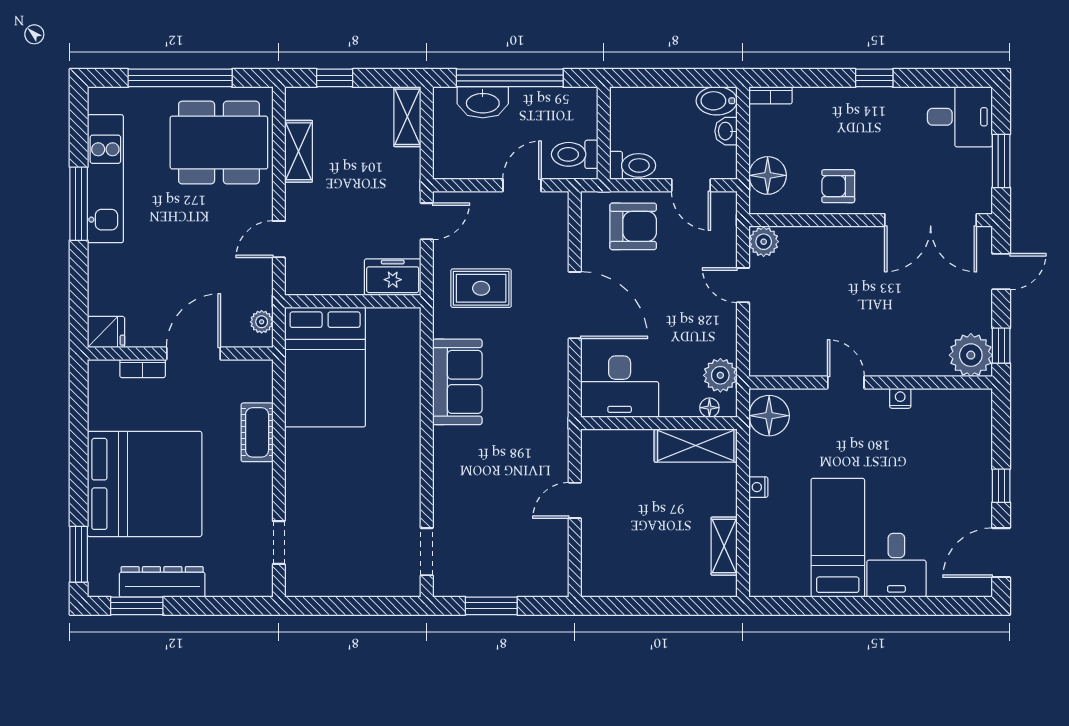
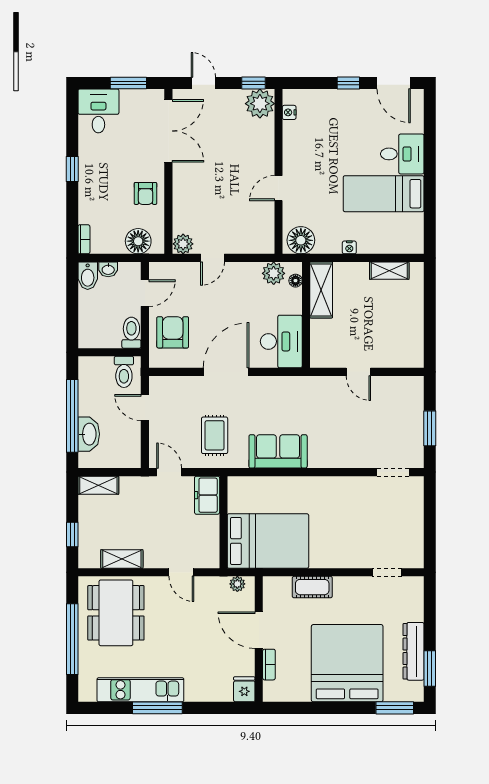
nightstand: (900, 398) -> (289, 112), moved

